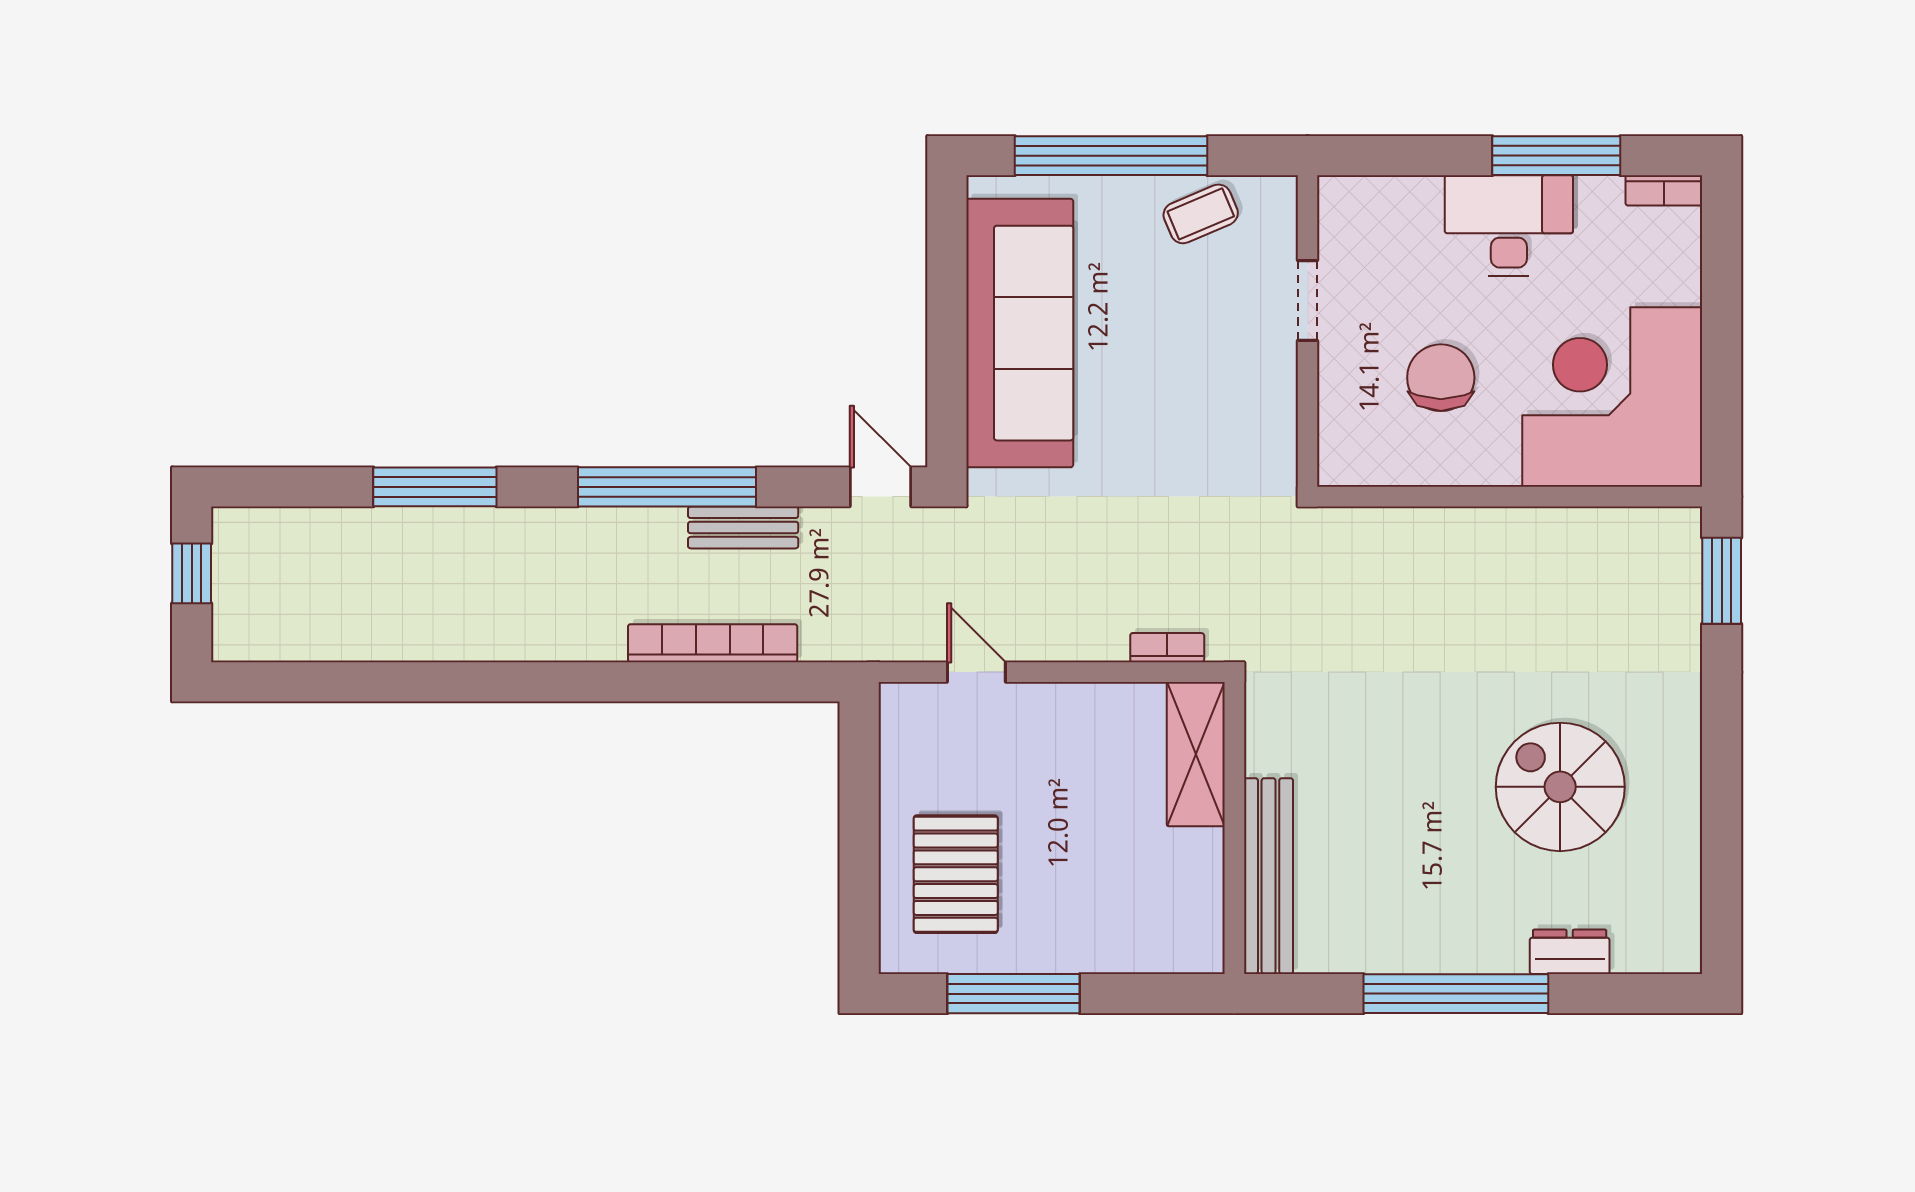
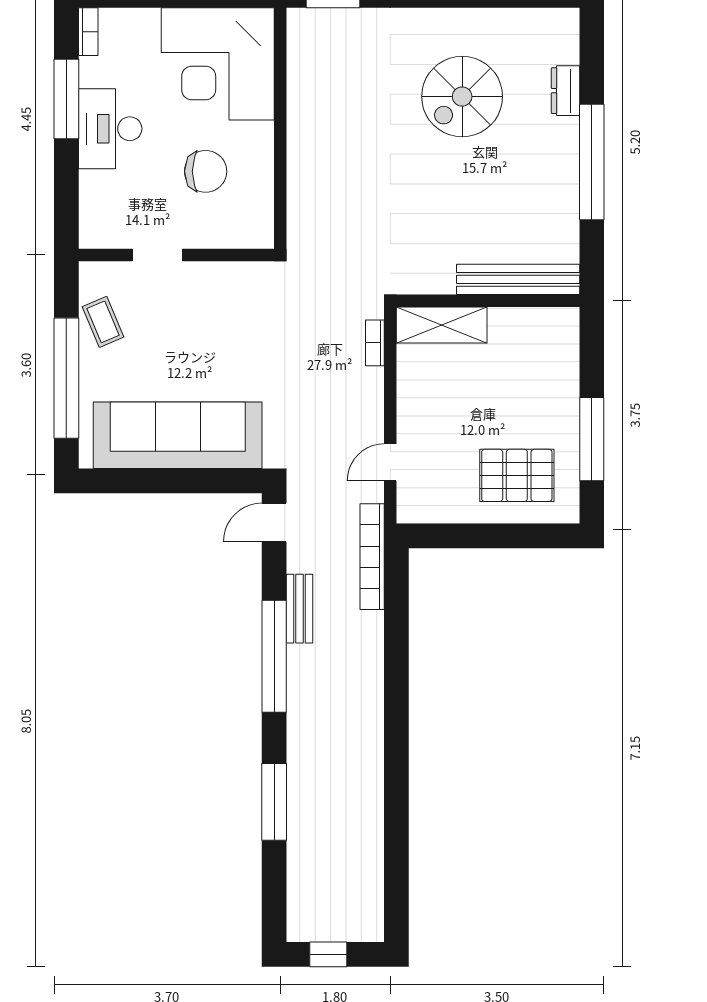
chair: (1441, 378) -> (206, 171), turned 180
bookcase: (713, 643) -> (372, 557), moved

